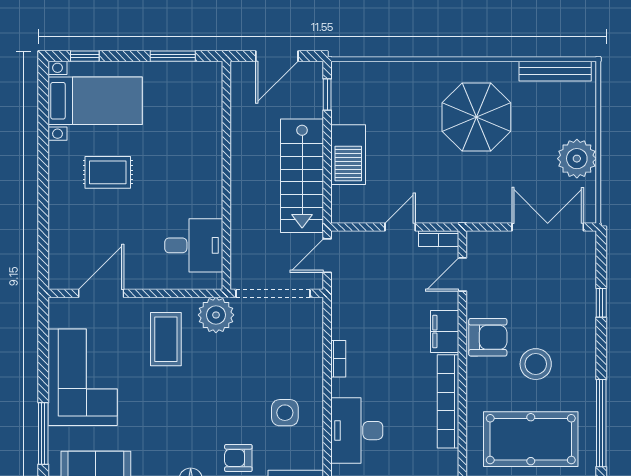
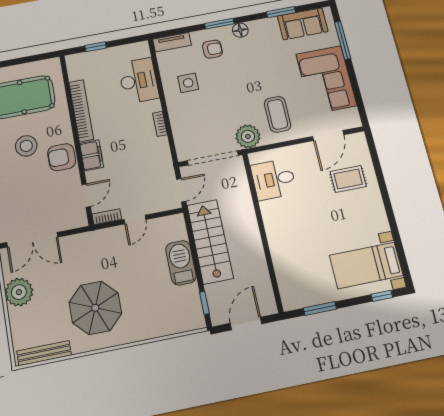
rug: (108, 172) -> (348, 179), moved

